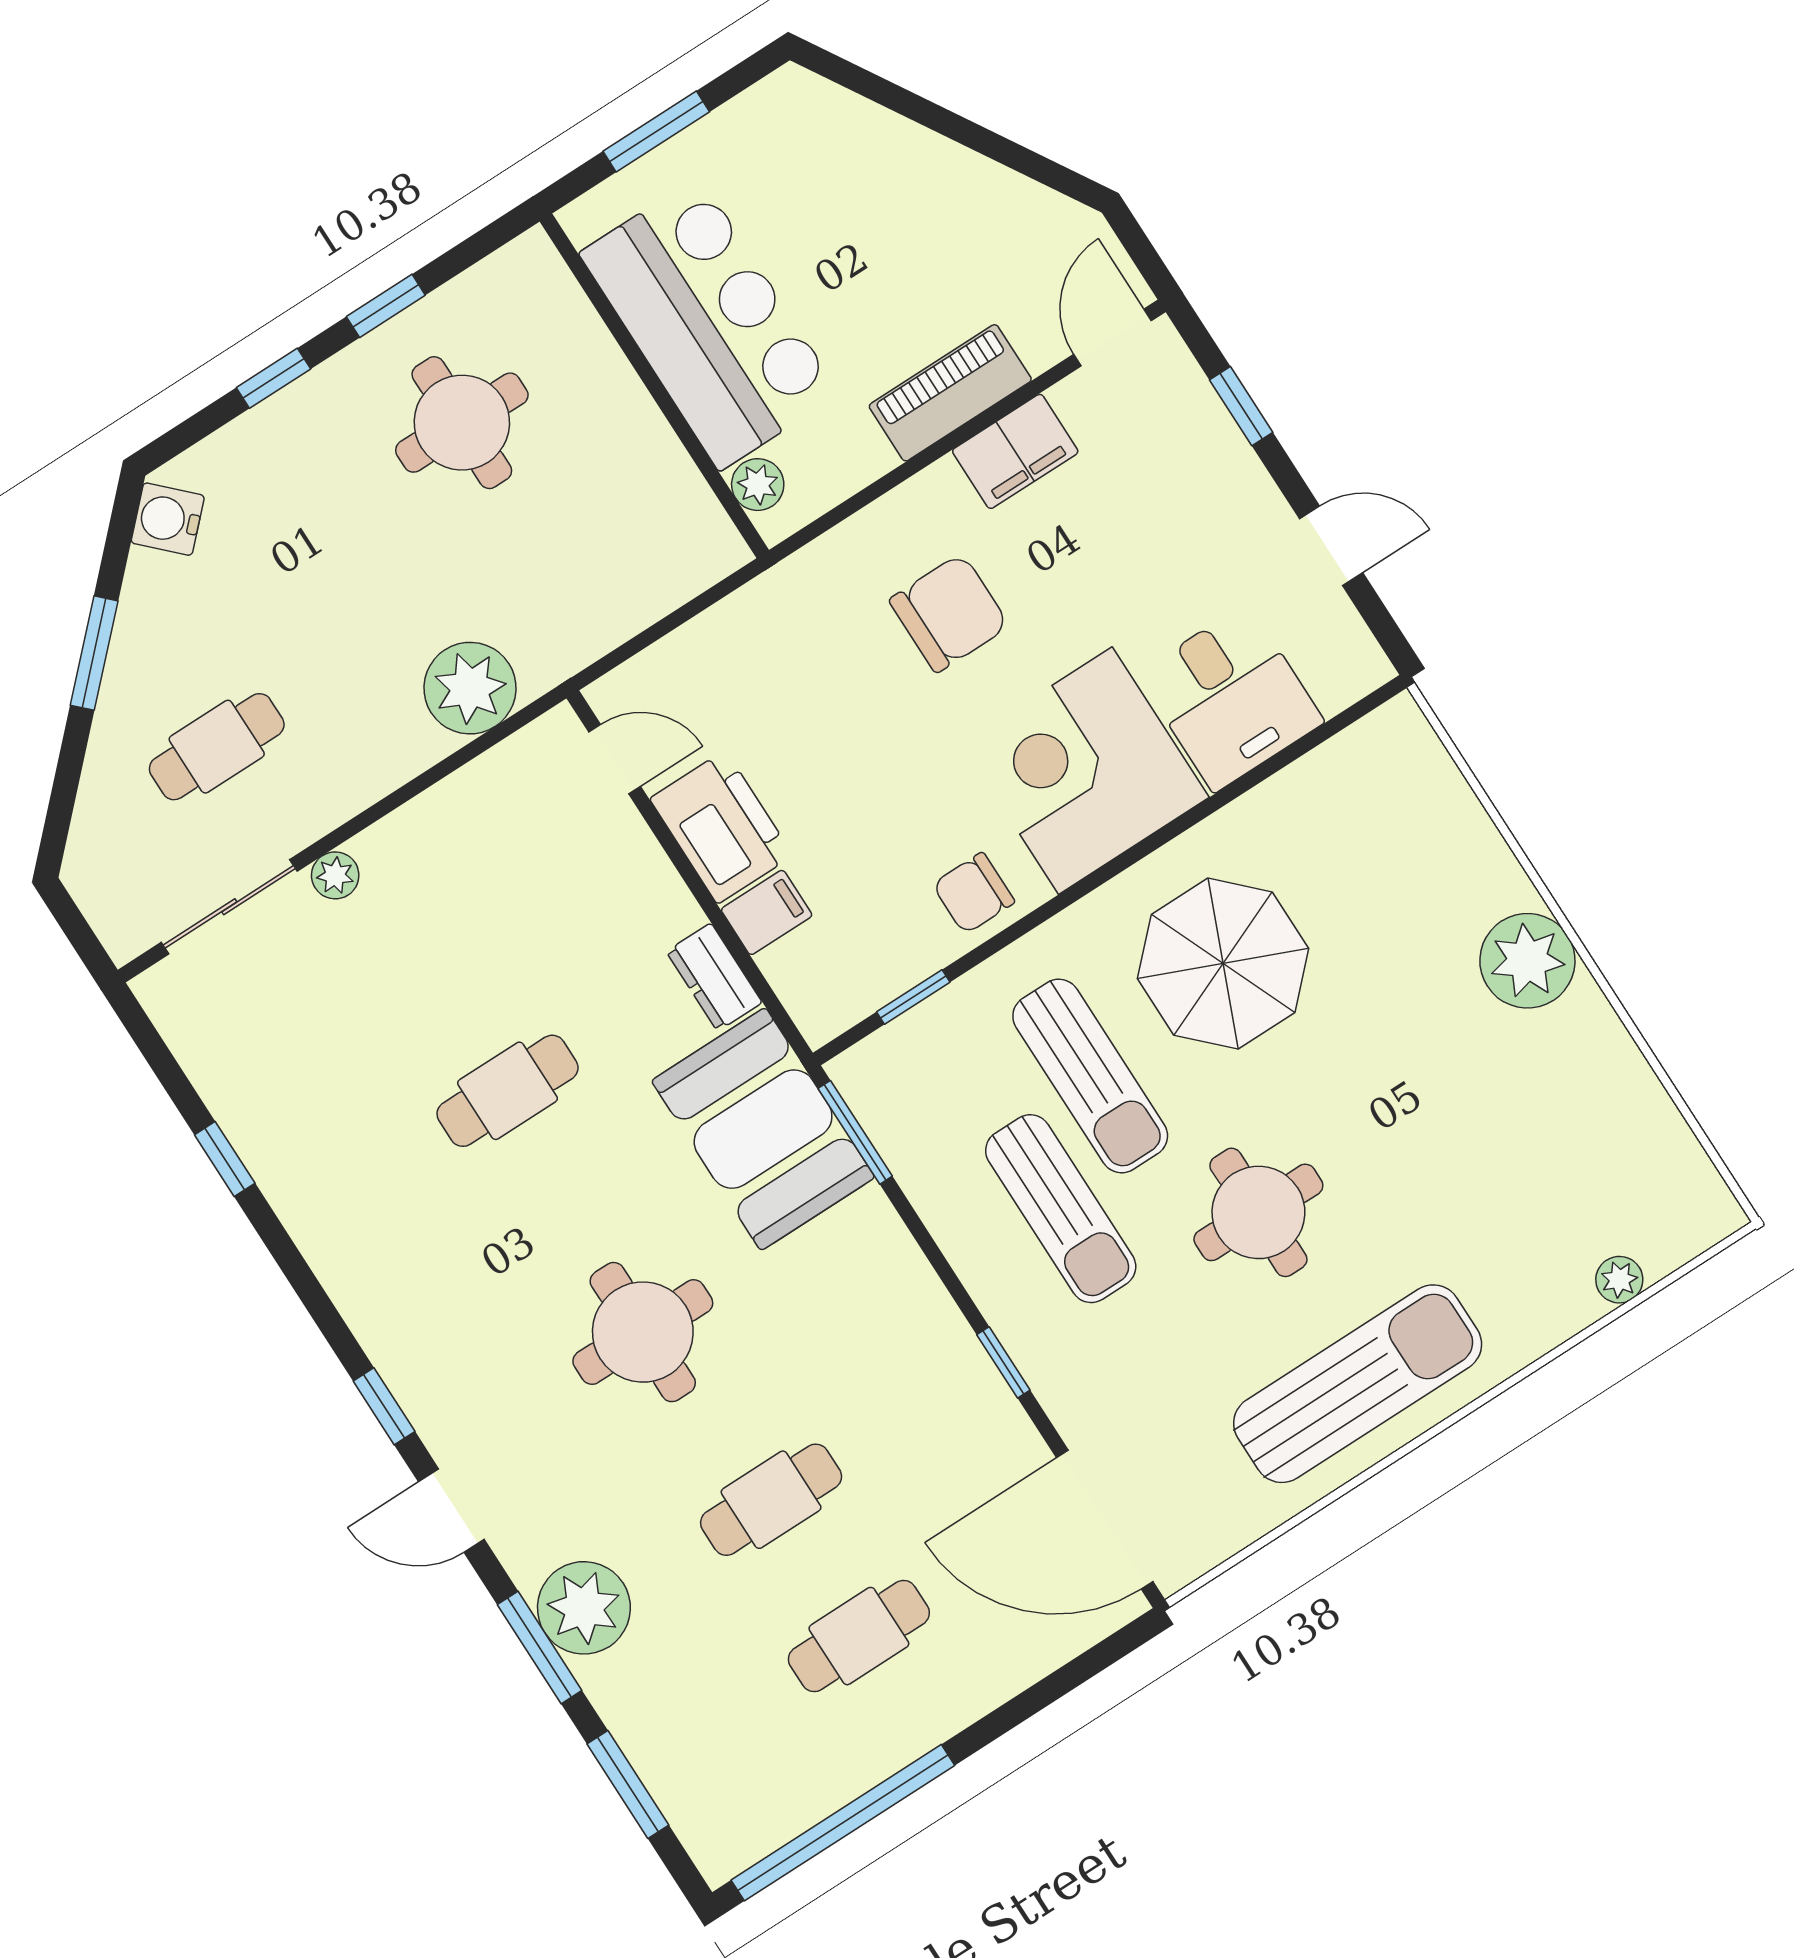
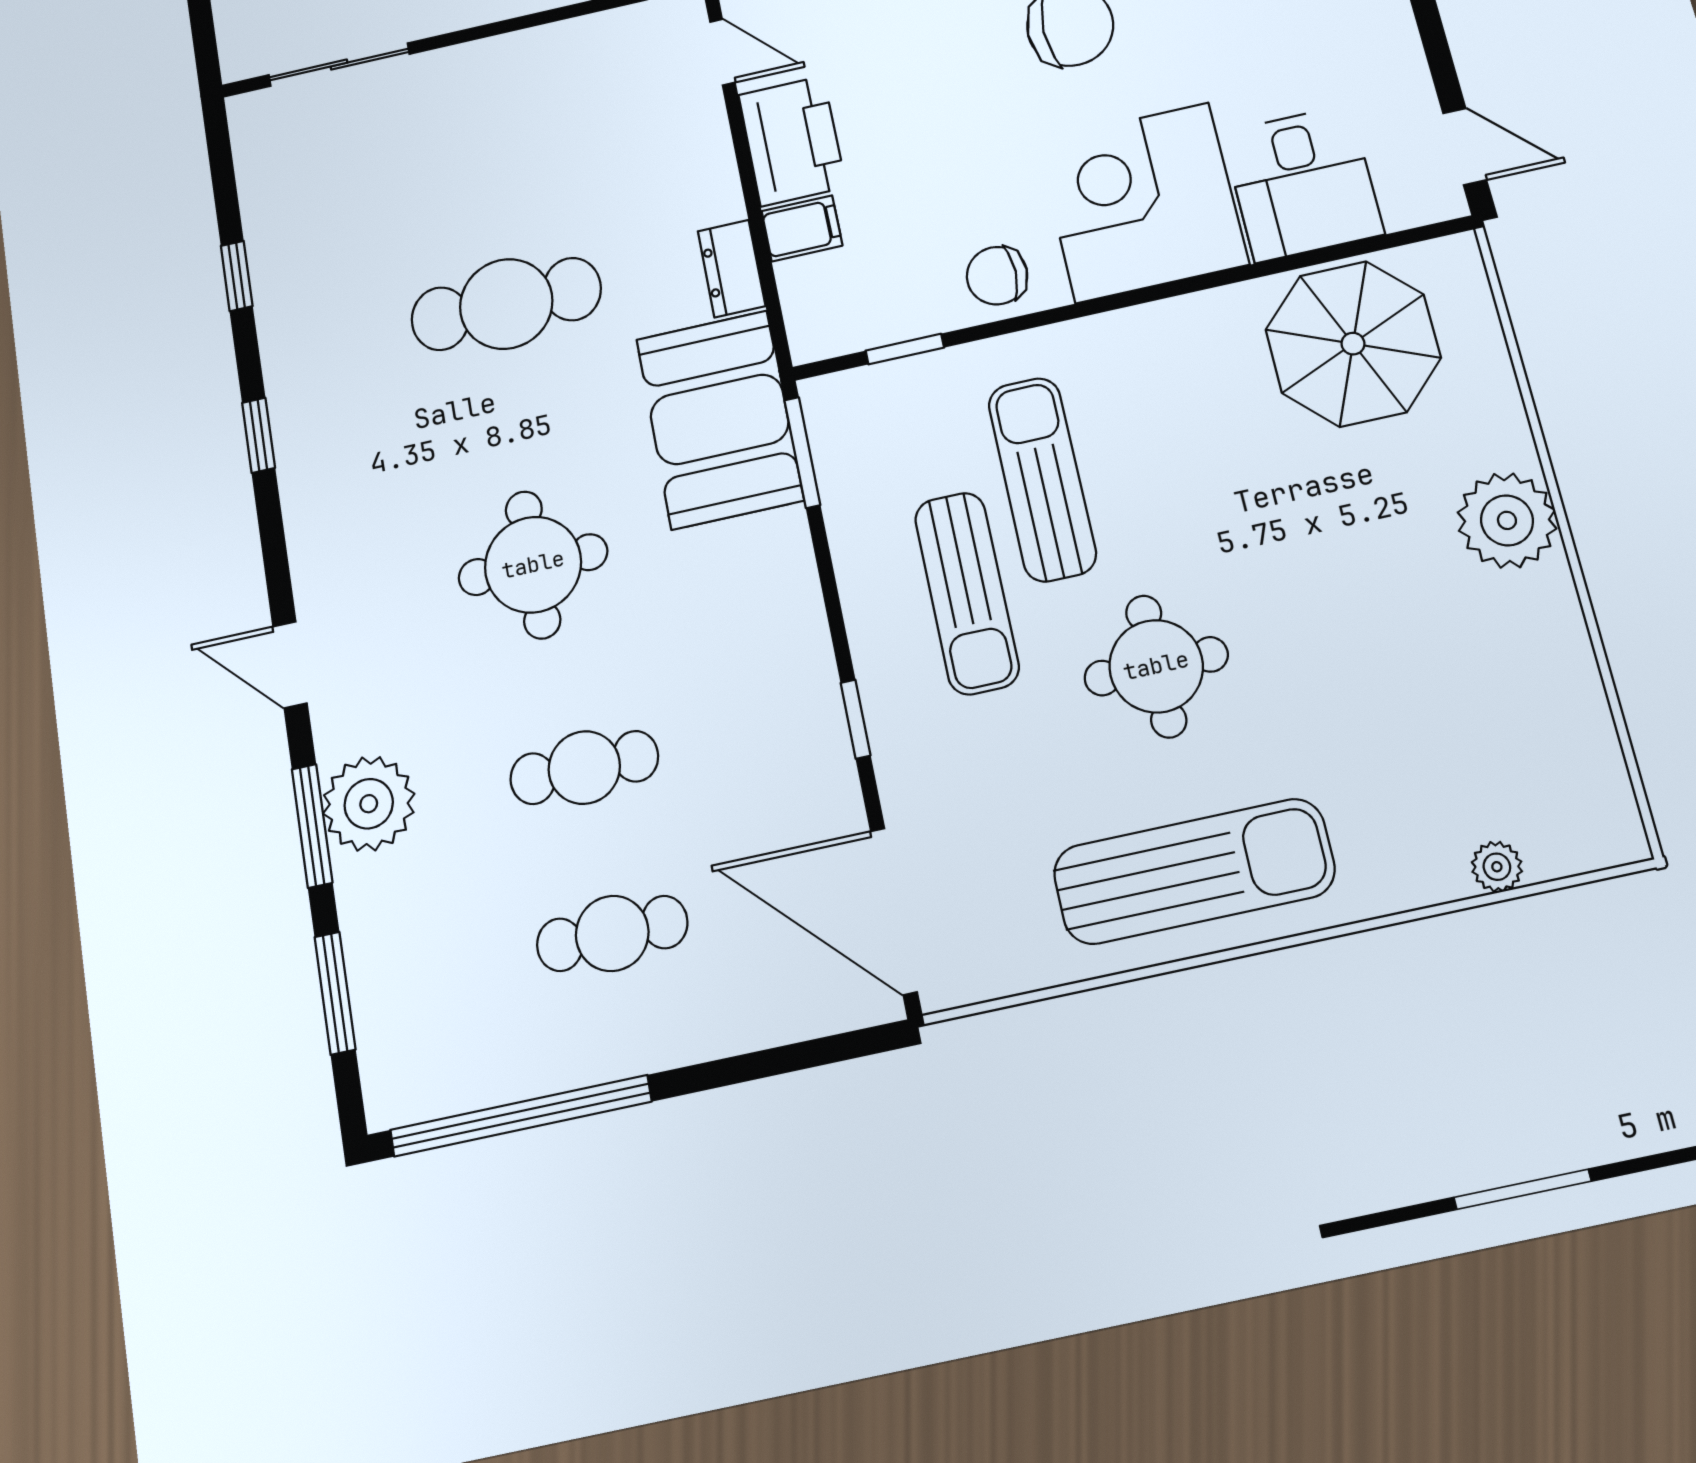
door: (1331, 546) -> (1465, 147), moved
plant: (335, 875) -> (440, 69), removed
parasol: (1223, 964) -> (1353, 344), moved
sun lounger: (1090, 1076) -> (1042, 479), turned 180
cafe table: (508, 1091) -> (506, 304), width x1.37, depth x1.35
window: (384, 1406) -> (258, 435), moved

